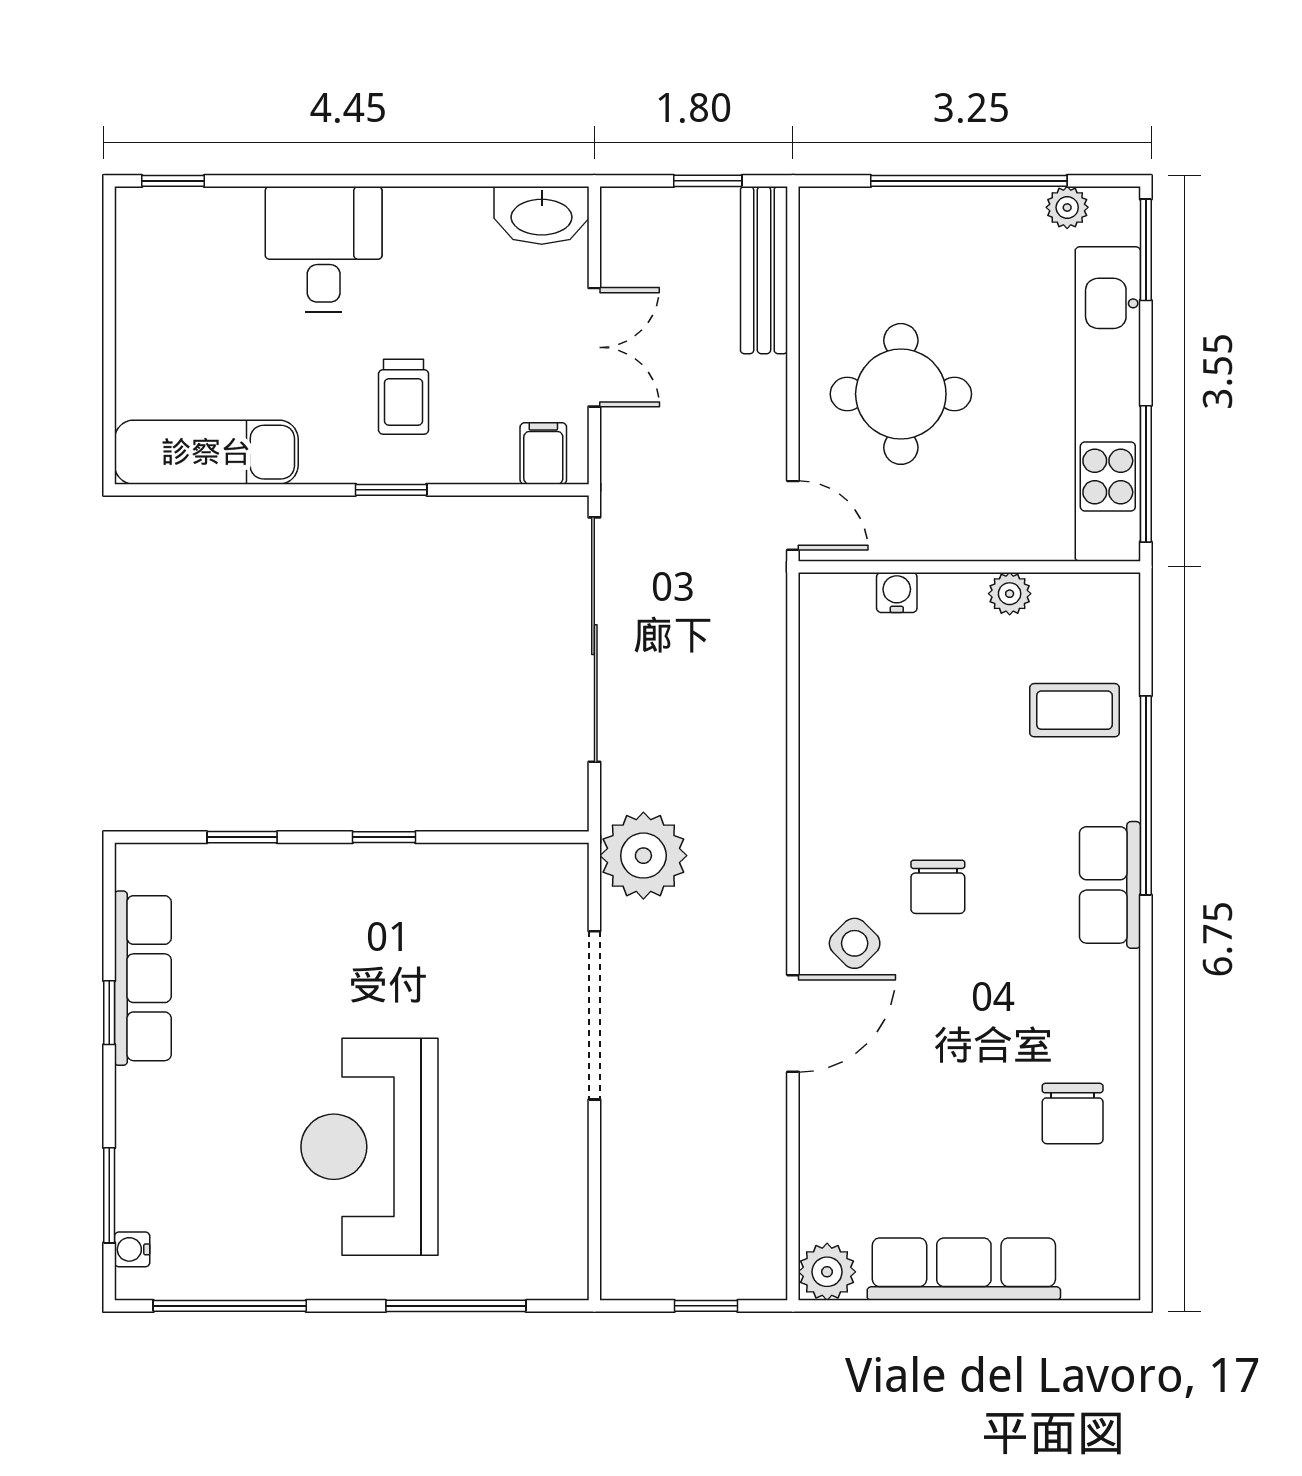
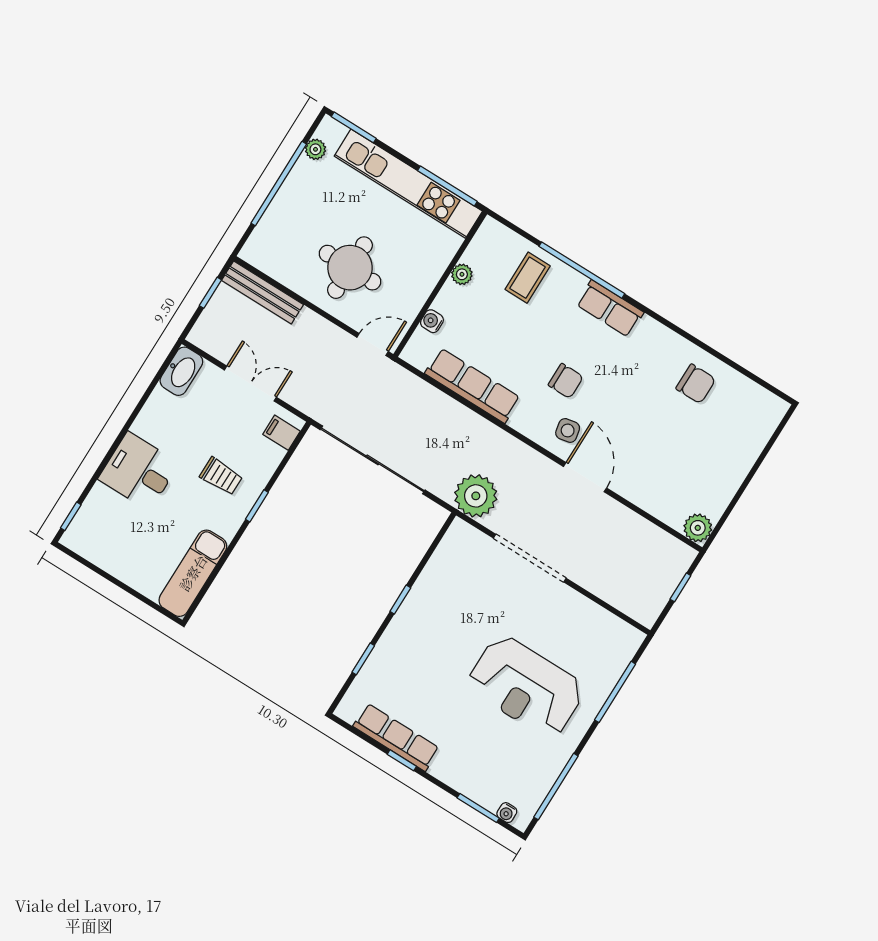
side table: (855, 943) -> (568, 430), turned 34
row of seats: (964, 1269) -> (473, 386), moved, turned 90

